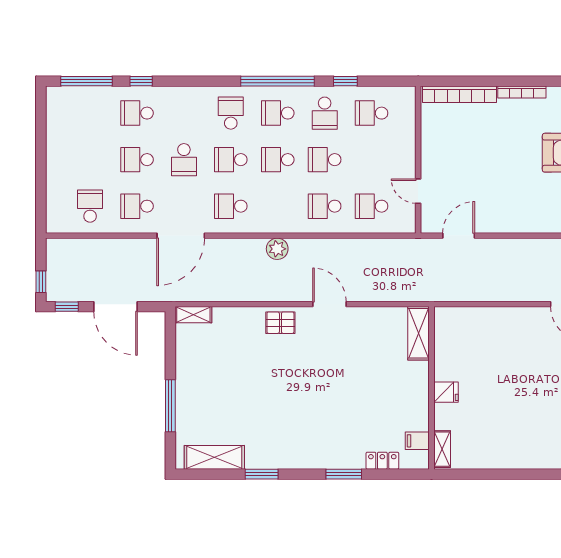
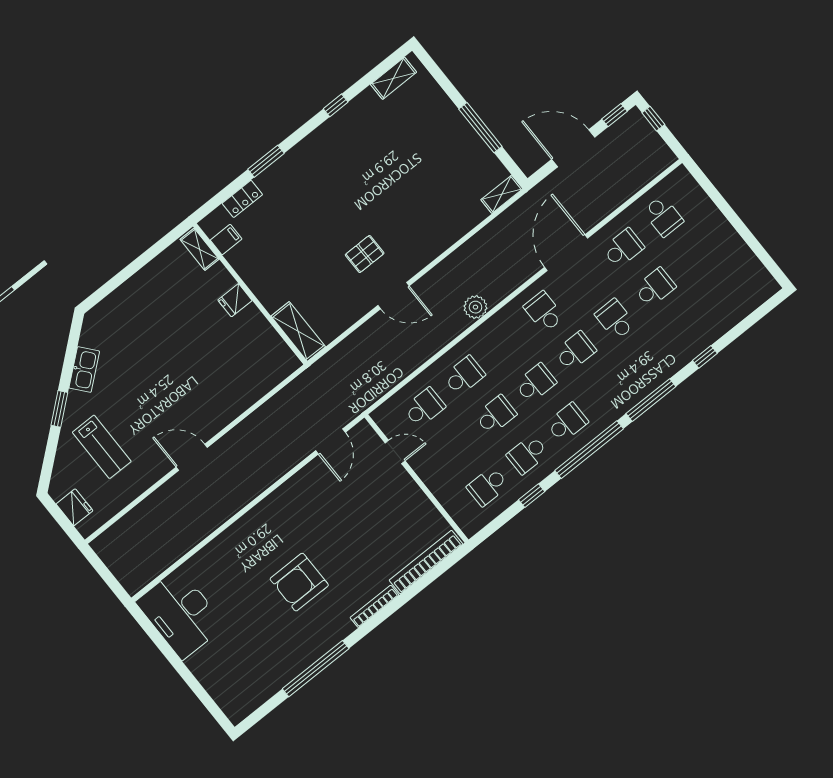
window: (87, 81) -> (651, 400), moved
school desk: (137, 113) -> (687, 327), removed
school desk: (231, 113) -> (607, 391), removed
school desk: (325, 113) -> (527, 454), turned -90
school desk: (372, 113) -> (488, 486), turned 180
school desk: (231, 206) -> (544, 312), turned -90
pallet: (280, 323) -> (365, 254), moved
window: (170, 406) -> (480, 128), moved
shelving: (214, 457) -> (394, 78), width x0.67, depth x0.75
window: (262, 474) -> (336, 105), width x0.67

